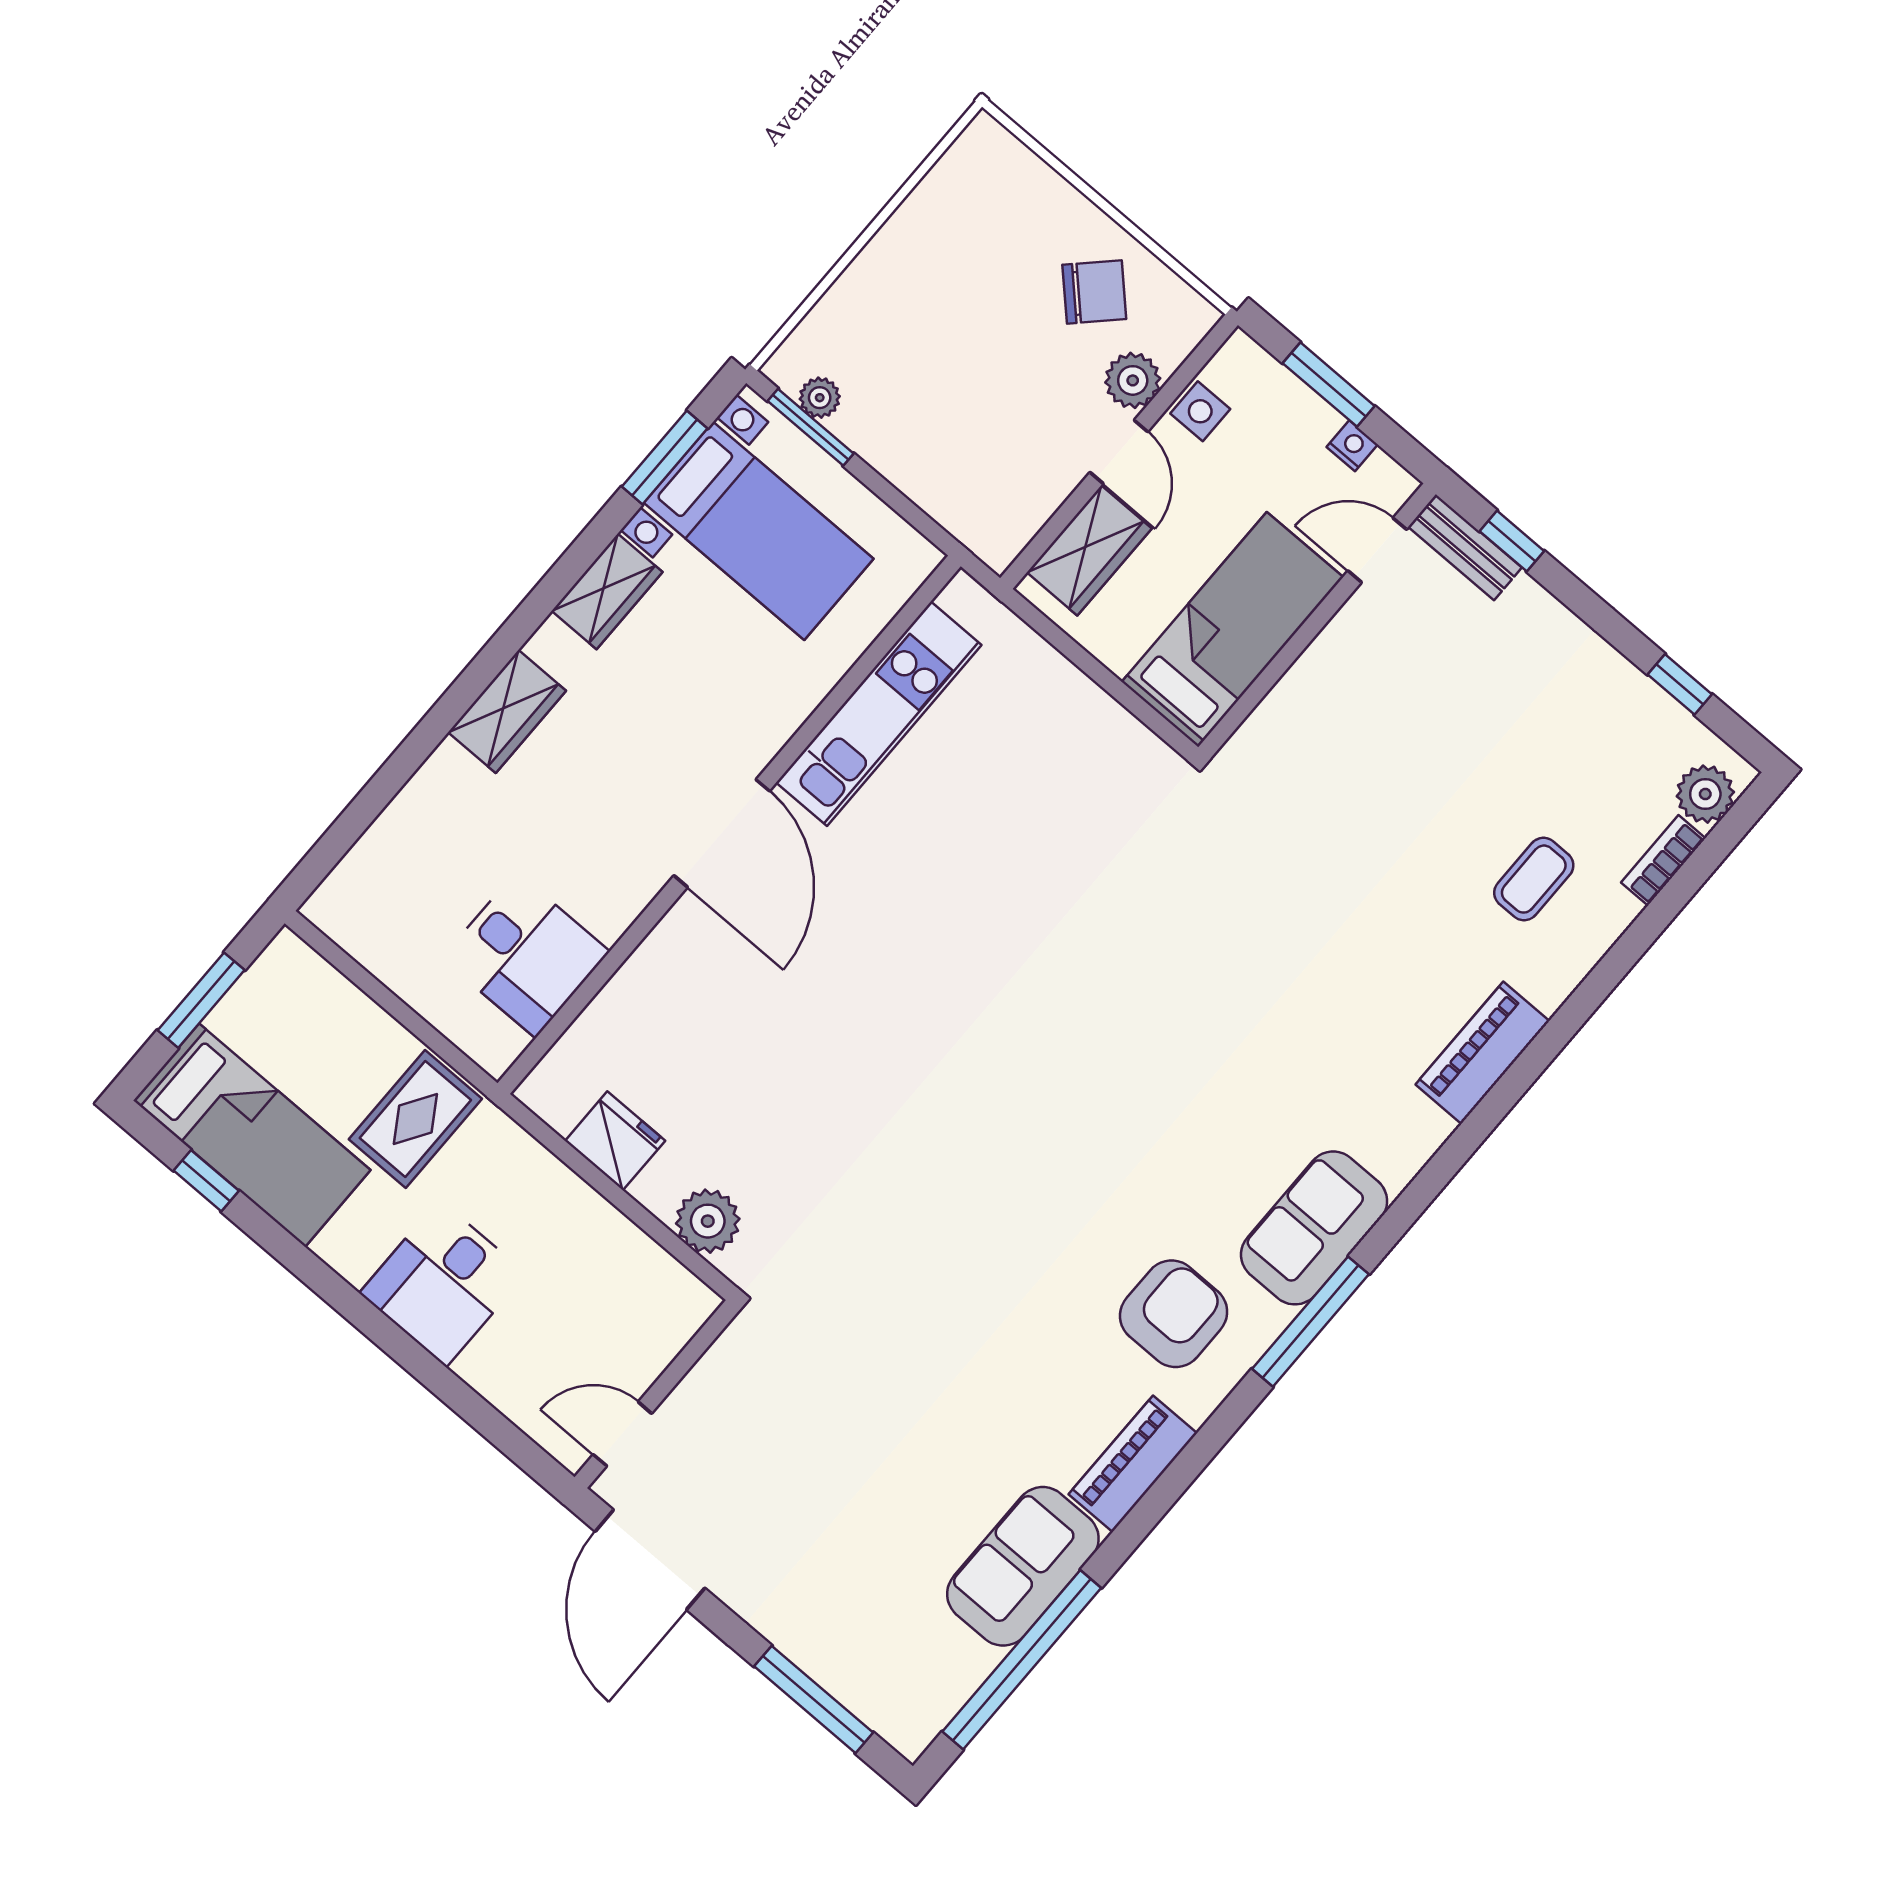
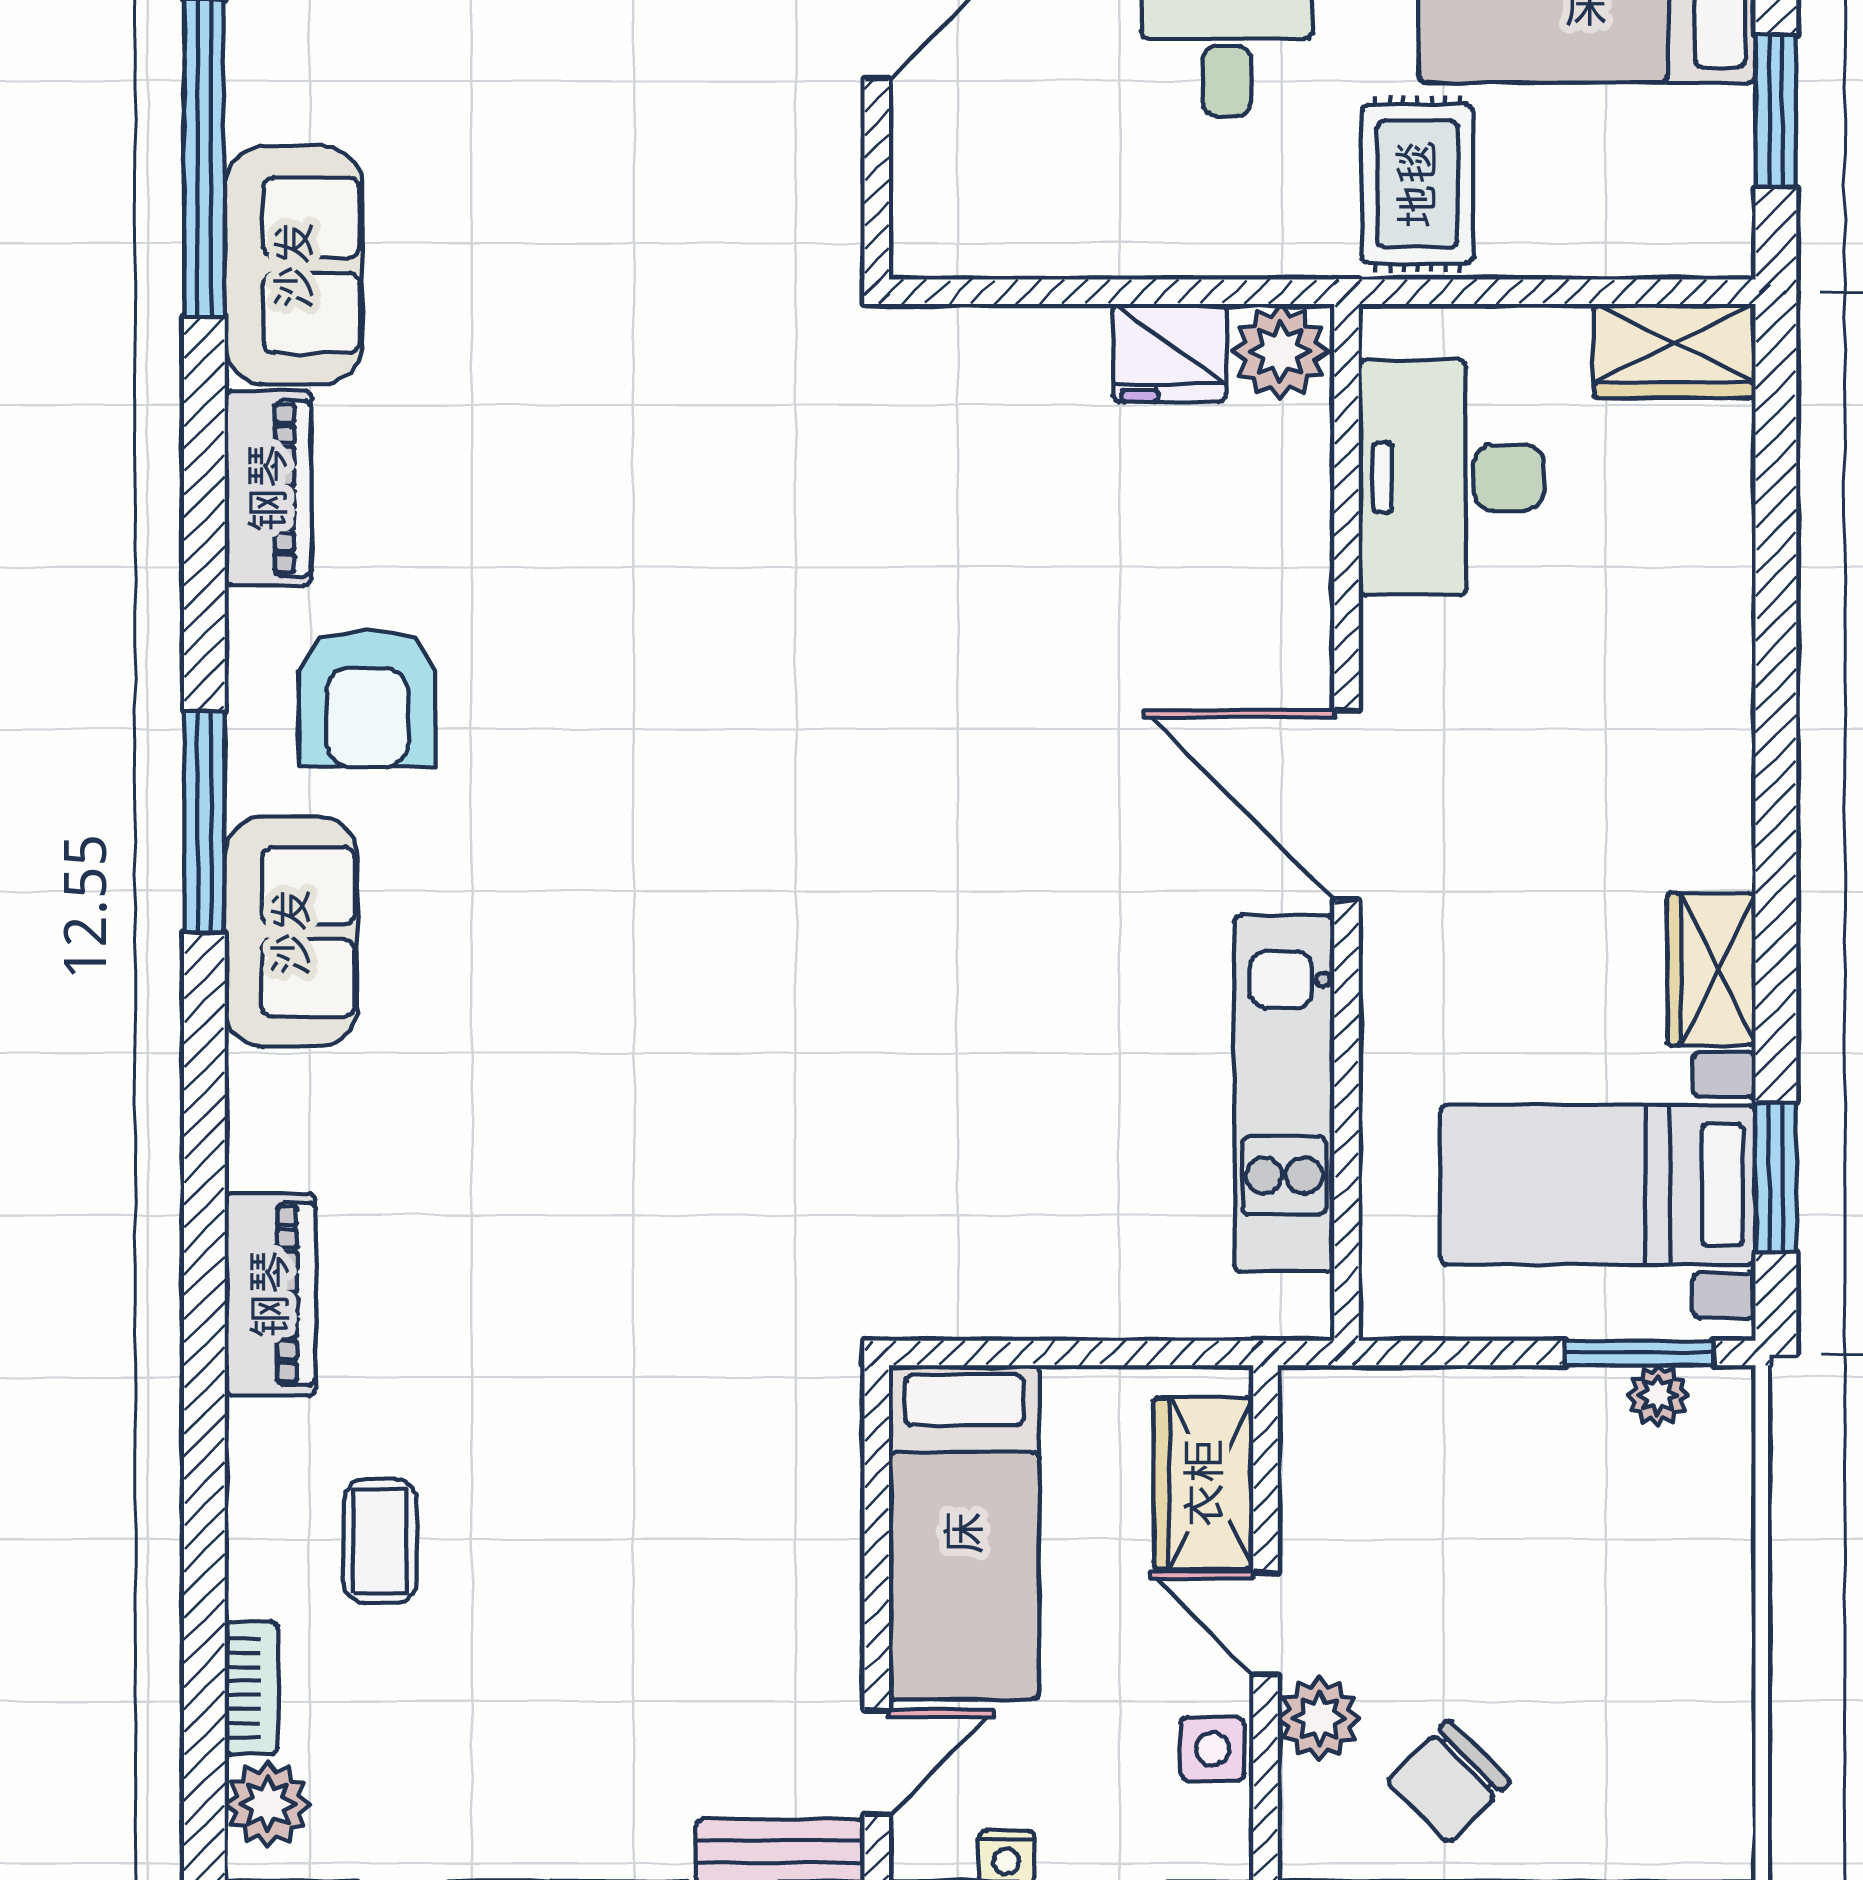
wardrobe: (507, 711) -> (1675, 351), moved, turned -90
desk: (526, 955) -> (1451, 478), width x1.37
plant: (708, 1221) -> (1280, 351), moved

